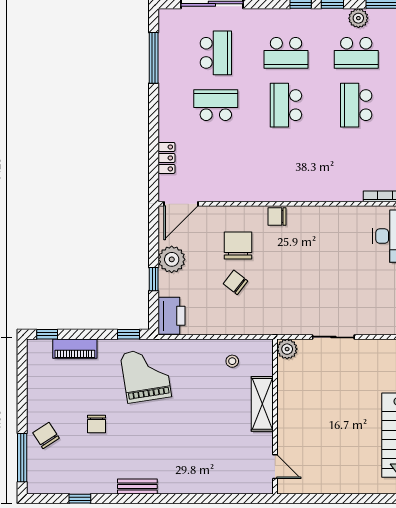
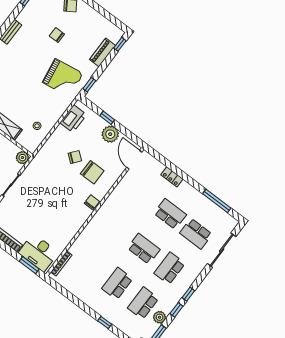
school desk: (216, 105) -> (170, 214), turned -90
school desk: (356, 105) -> (117, 284), turned -90
locker: (166, 158) -> (172, 177), moved
printer: (172, 316) -> (73, 119), moved, turned -90

